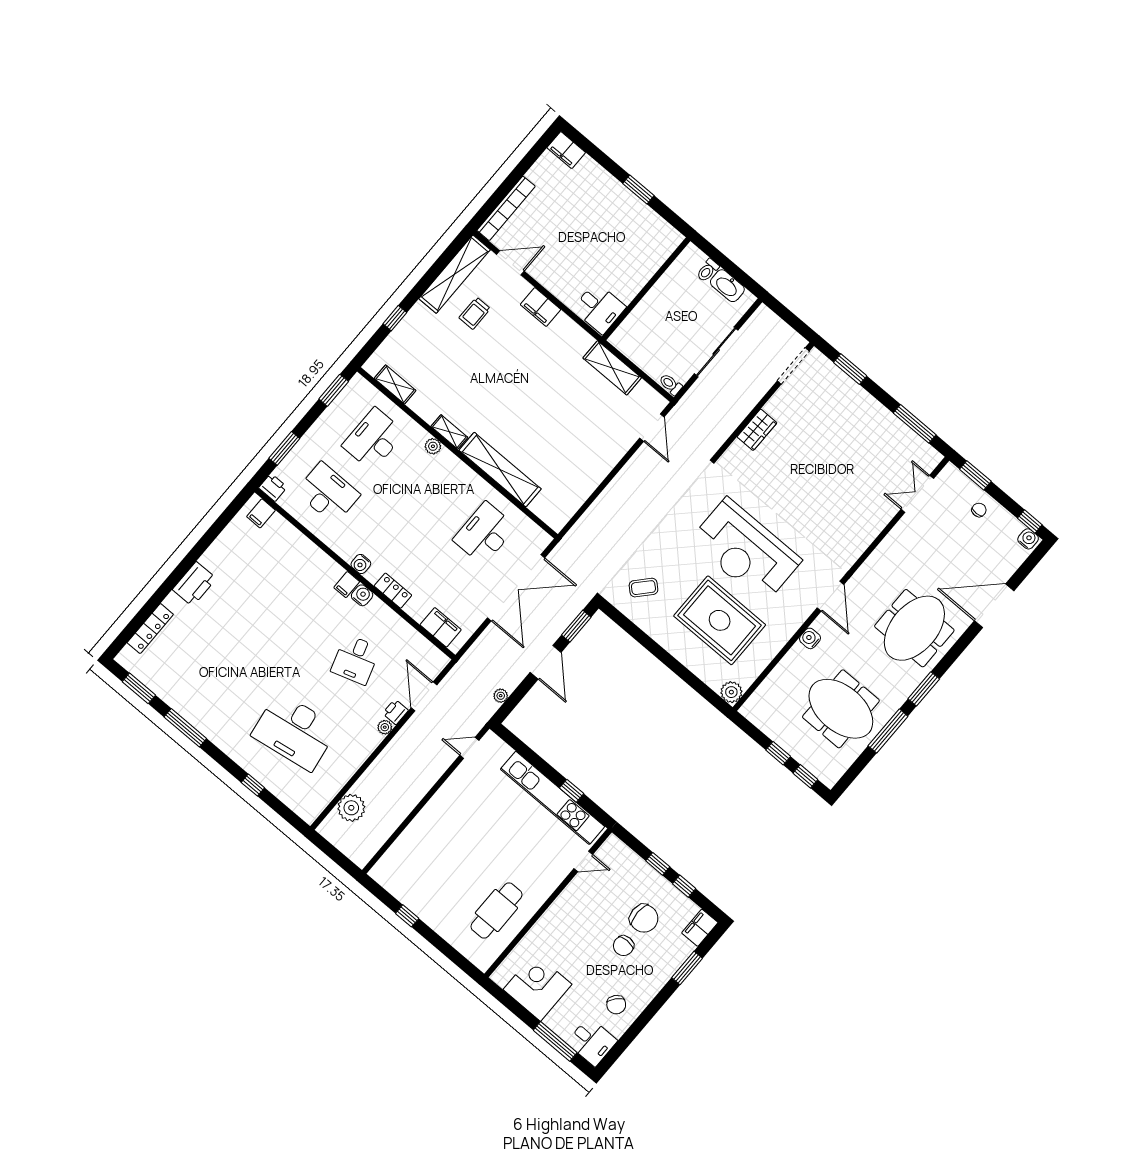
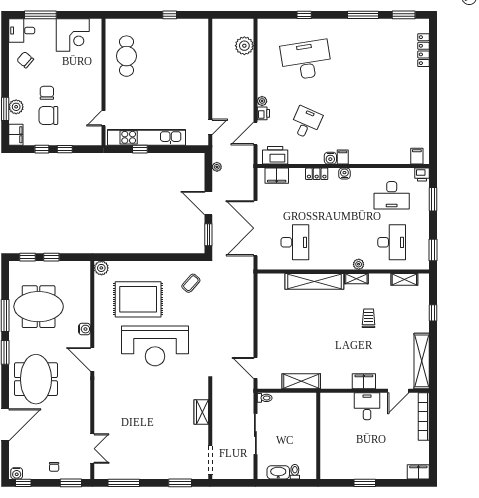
desk: (599, 308) -> (367, 406), moved, turned 90
trolley: (475, 313) -> (369, 318), moved
reception desk: (746, 551) -> (155, 346), turned 180
printer: (194, 584) -> (275, 155), moved, turned 90
desk: (356, 660) -> (306, 123), turned 42
door: (424, 696) -> (255, 134), swing flipped
plant: (672, 960) -> (16, 107), added

